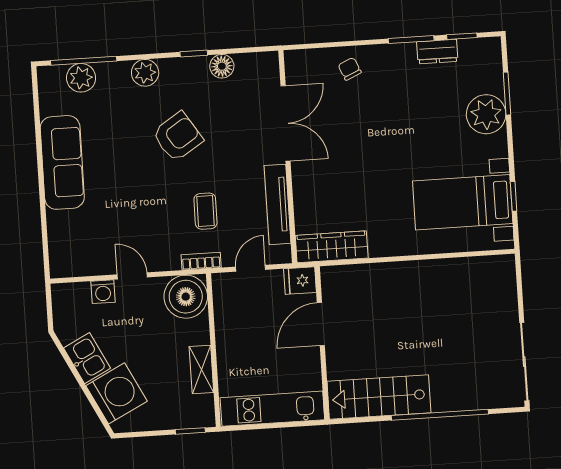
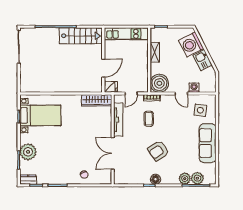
dresser: (437, 52) -> (28, 180), moved
floor lamp: (222, 66) -> (155, 179), moved
plant: (145, 73) -> (185, 179), moved
side table: (84, 239) -> (200, 110), added

